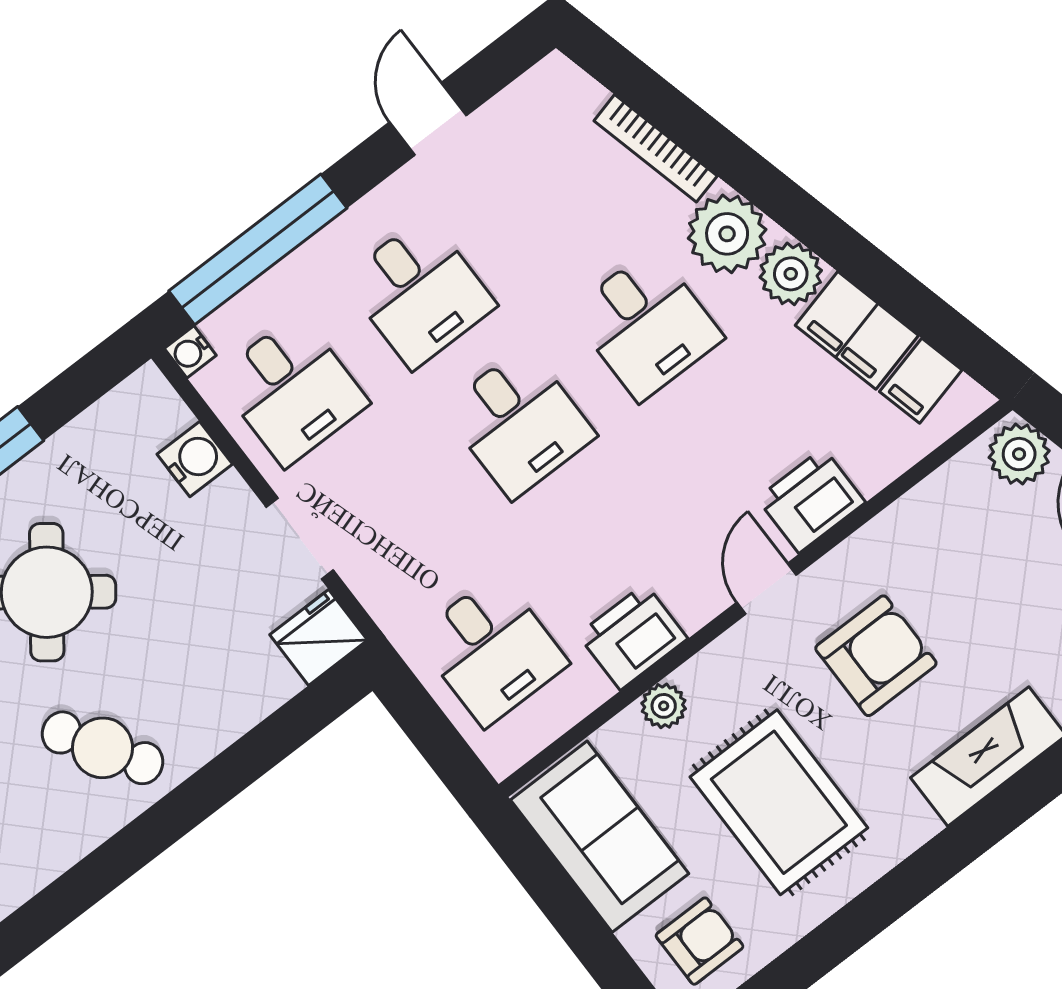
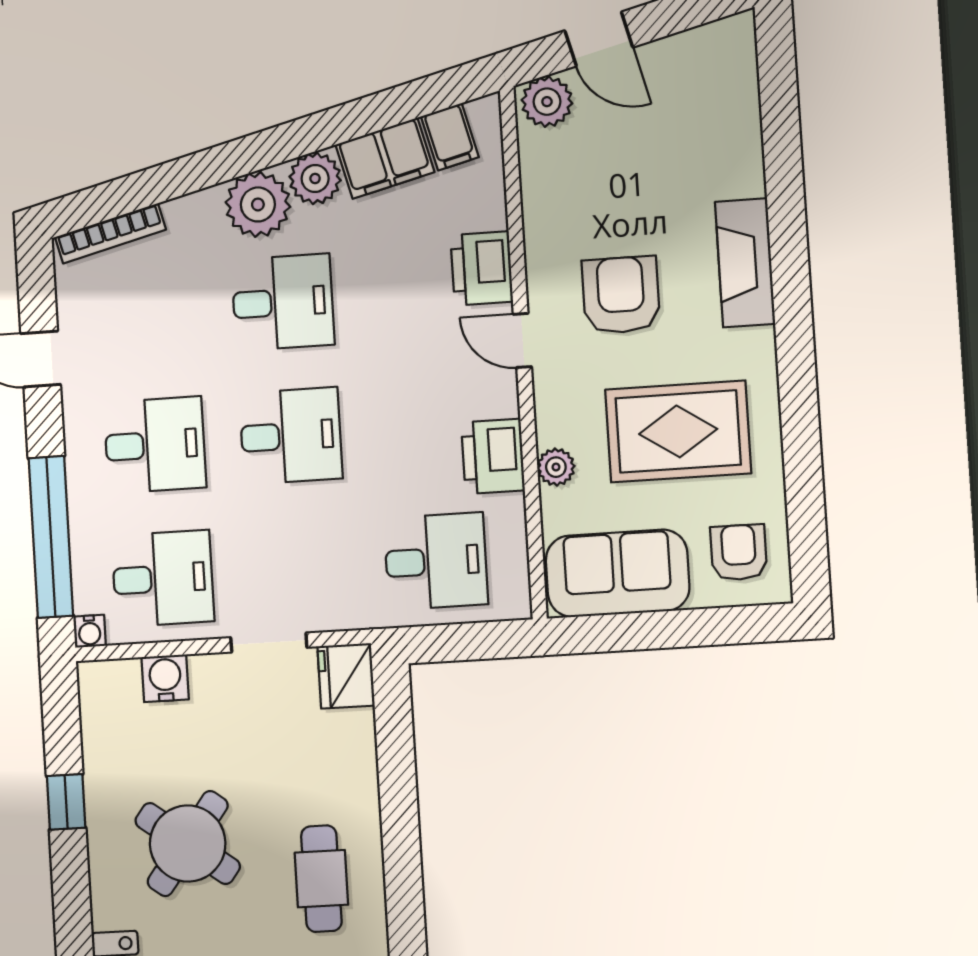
bookcase: (656, 148) -> (110, 233), moved
cafe table: (103, 748) -> (321, 879), turned -58

